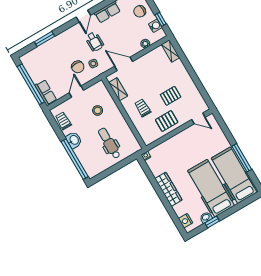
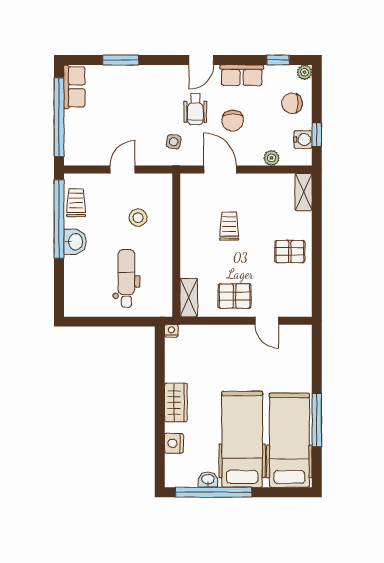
chair: (78, 67) -> (233, 121), moved
shelving: (118, 89) -> (189, 298), moved
row of seats: (46, 93) -> (74, 87), moved
pallet: (171, 96) -> (290, 252), moved
trolley: (143, 108) -> (229, 226), moved
door: (198, 118) -> (267, 321), moved
window: (75, 159) -> (59, 219), moved
wardrobe: (168, 189) -> (176, 402), width x0.67
nightstand: (186, 221) -> (174, 443), moved
window: (212, 222) -> (213, 492), width x3.17

